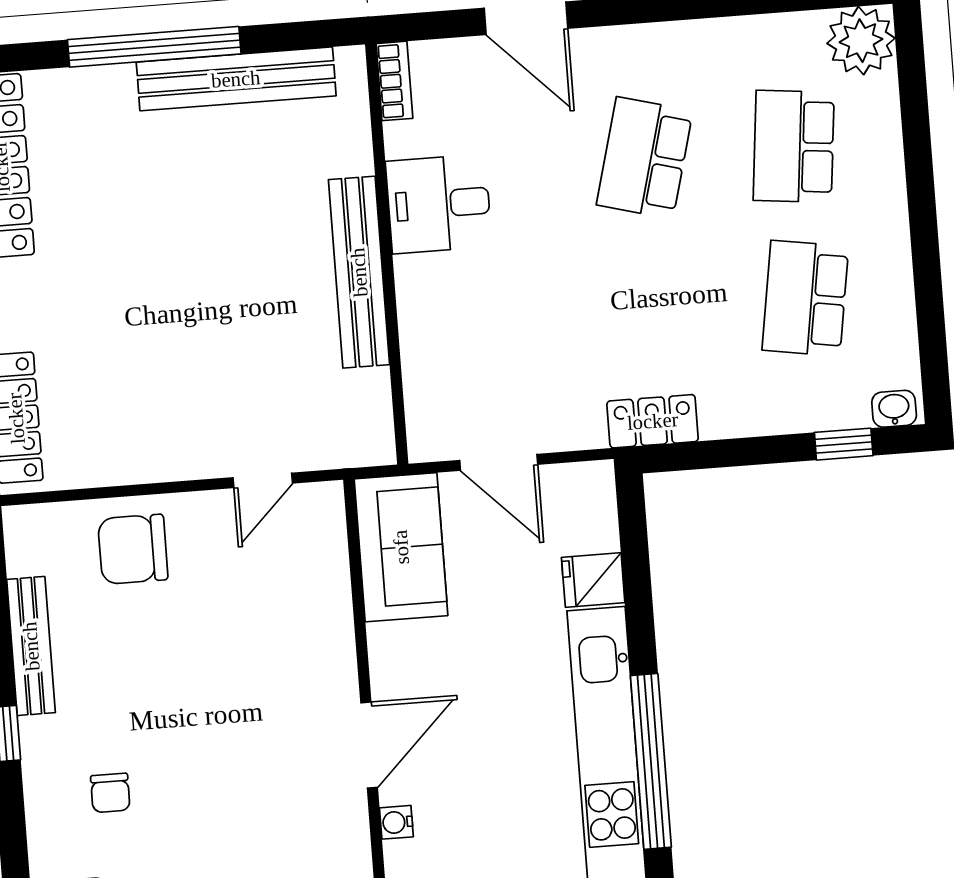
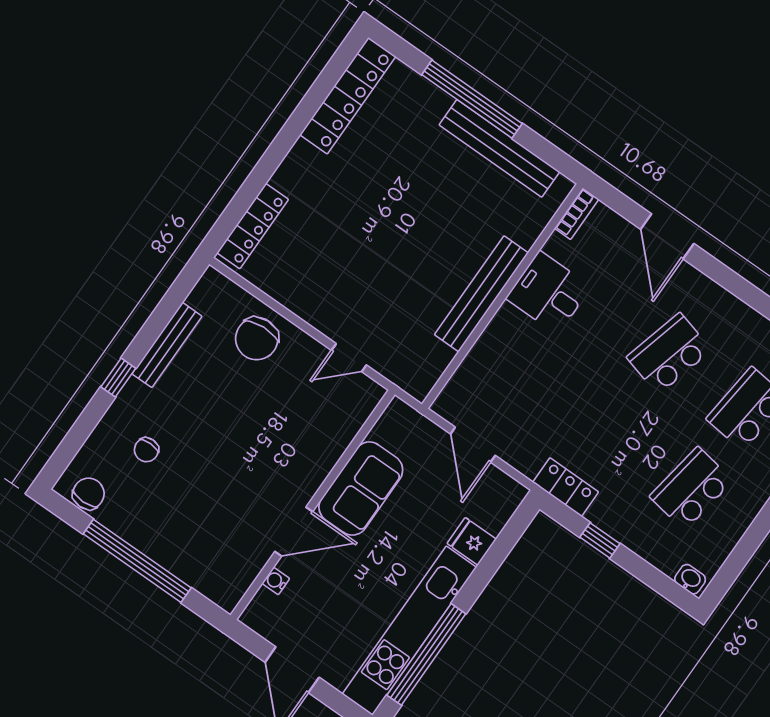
window: (844, 444) -> (600, 540), moved
sofa: (401, 547) -> (361, 489), moved
chair: (133, 549) -> (257, 339), turned -93

